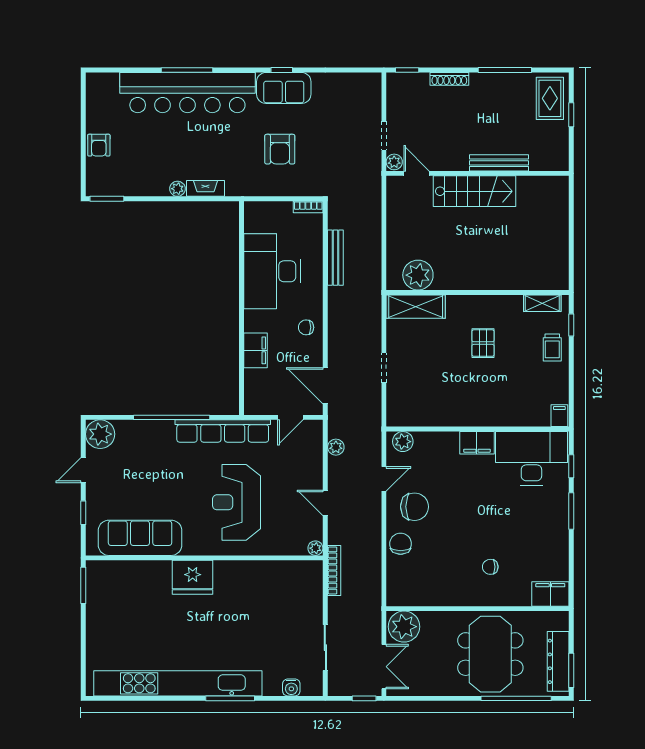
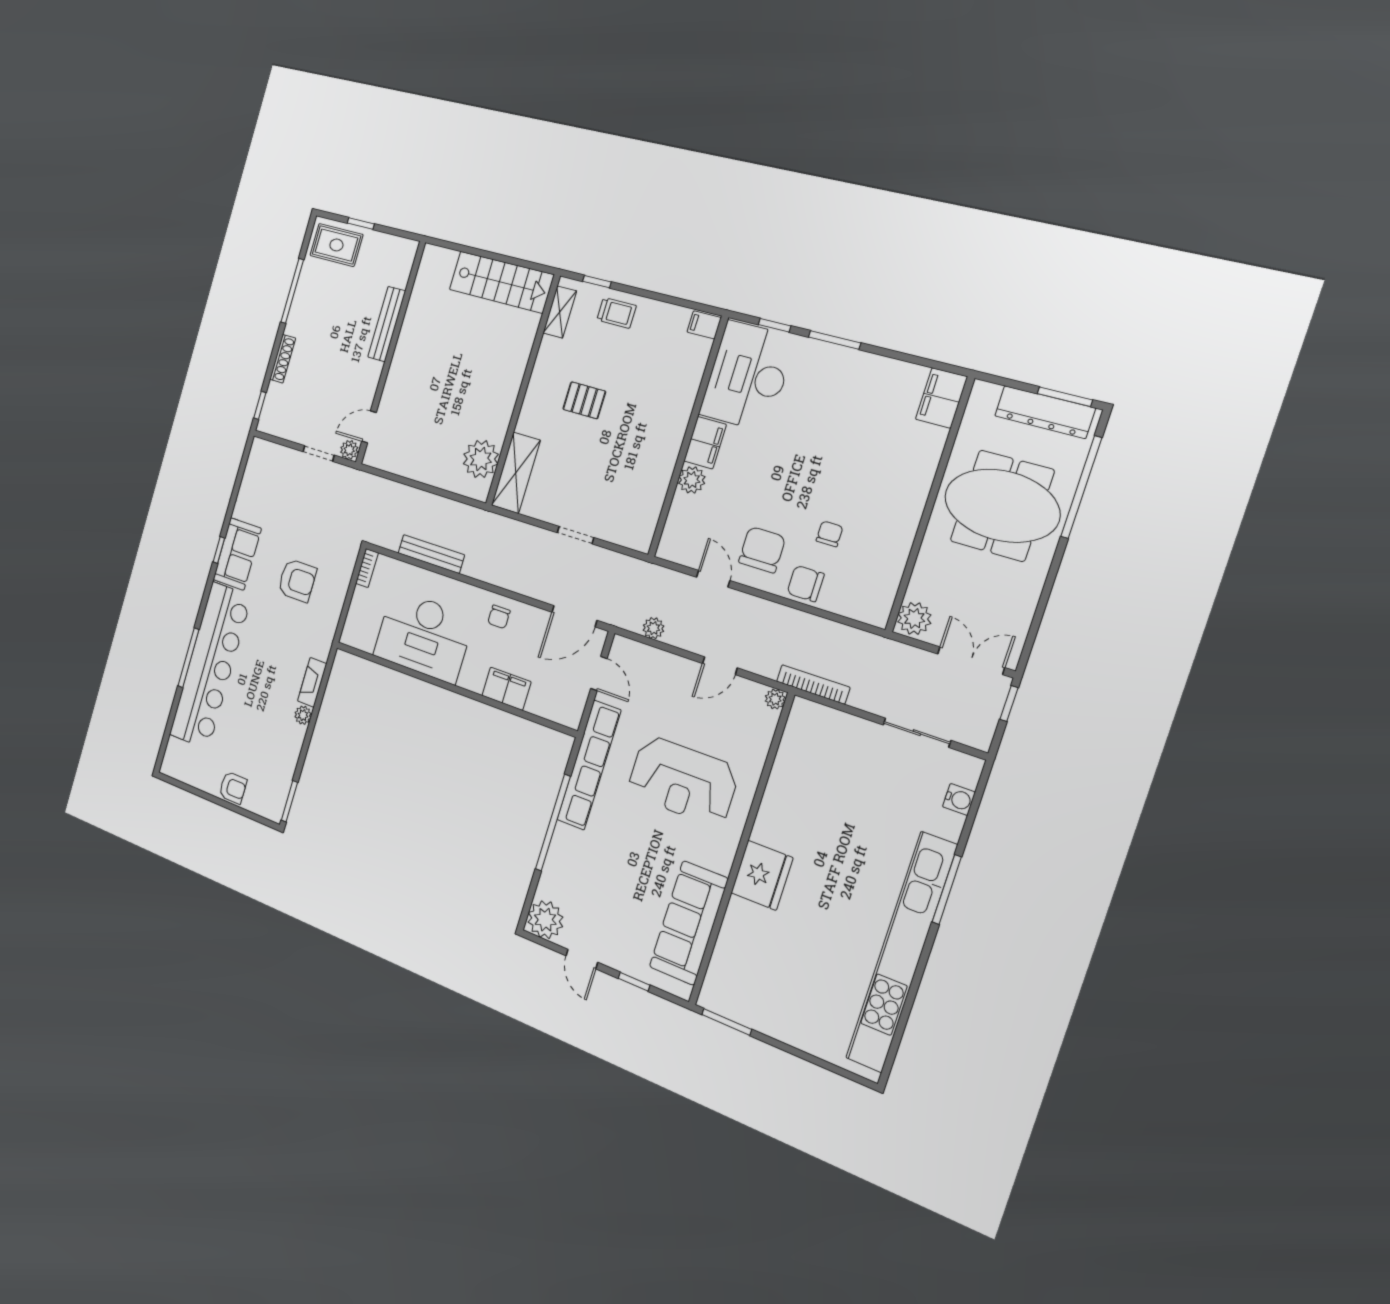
stairs: (474, 191) -> (501, 282), moved, turned 90
plant: (403, 442) -> (692, 480), moved
chair: (490, 567) -> (830, 534), moved, turned 180
plant: (404, 627) -> (914, 618), width x0.73, depth x0.73

